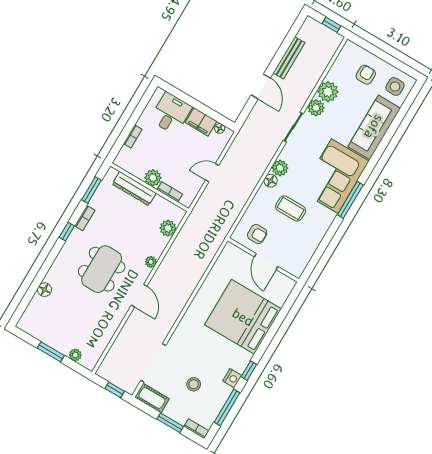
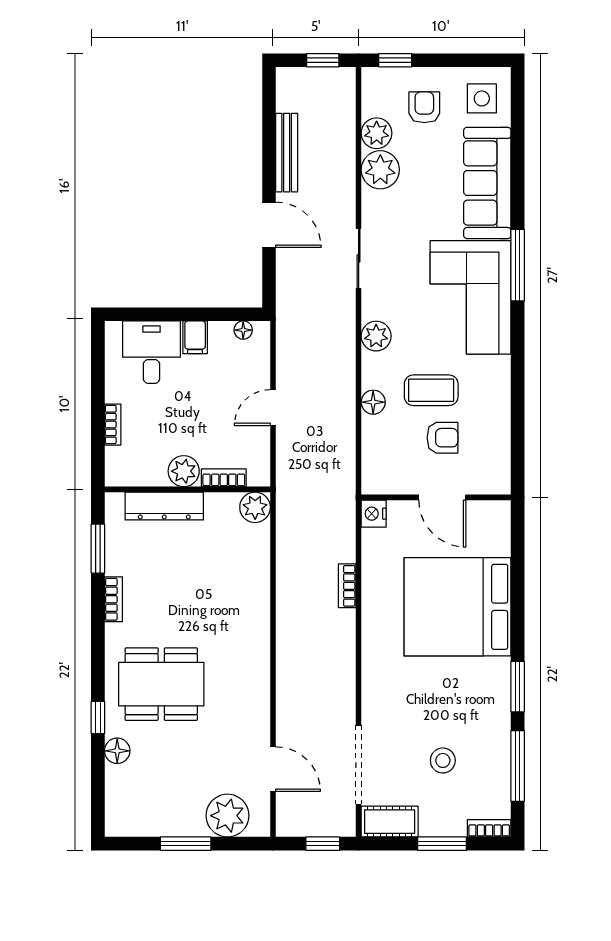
window: (365, 45) -> (395, 60), added
plant: (316, 108) -> (377, 133), moved
filing cabinet: (201, 122) -> (195, 337), width x0.50
floor lamp: (271, 181) -> (373, 402), moved
window: (350, 200) -> (518, 265), moved
plant: (168, 228) -> (255, 507), moved
window: (67, 232) -> (98, 717), moved
armchair: (257, 234) -> (442, 438), moved
plant: (151, 262) -> (260, 607), removed
dining table: (102, 269) -> (161, 684), moved, turned 90
bookcase: (197, 276) -> (347, 586), added
door: (139, 296) -> (273, 769), moved
plant: (75, 355) -> (228, 816), width x1.87, depth x1.87
window: (249, 371) -> (518, 687), width x1.50
nightstand: (232, 378) -> (374, 514), moved, turned 180

